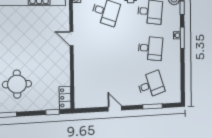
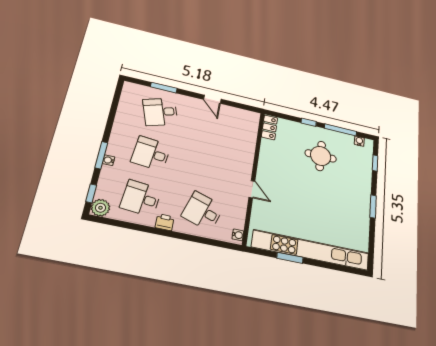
window: (53, 112) -> (309, 122), moved

